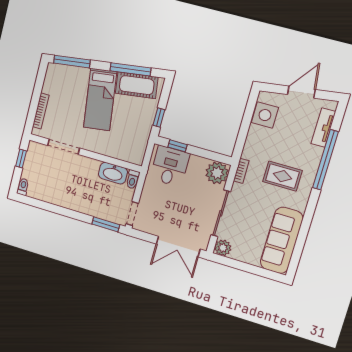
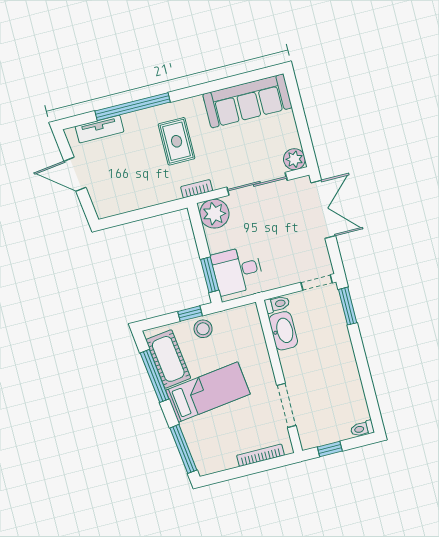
side table: (265, 115) -> (121, 198), removed
stool: (144, 120) -> (203, 329), added
window: (177, 146) -> (210, 275), width x1.50

